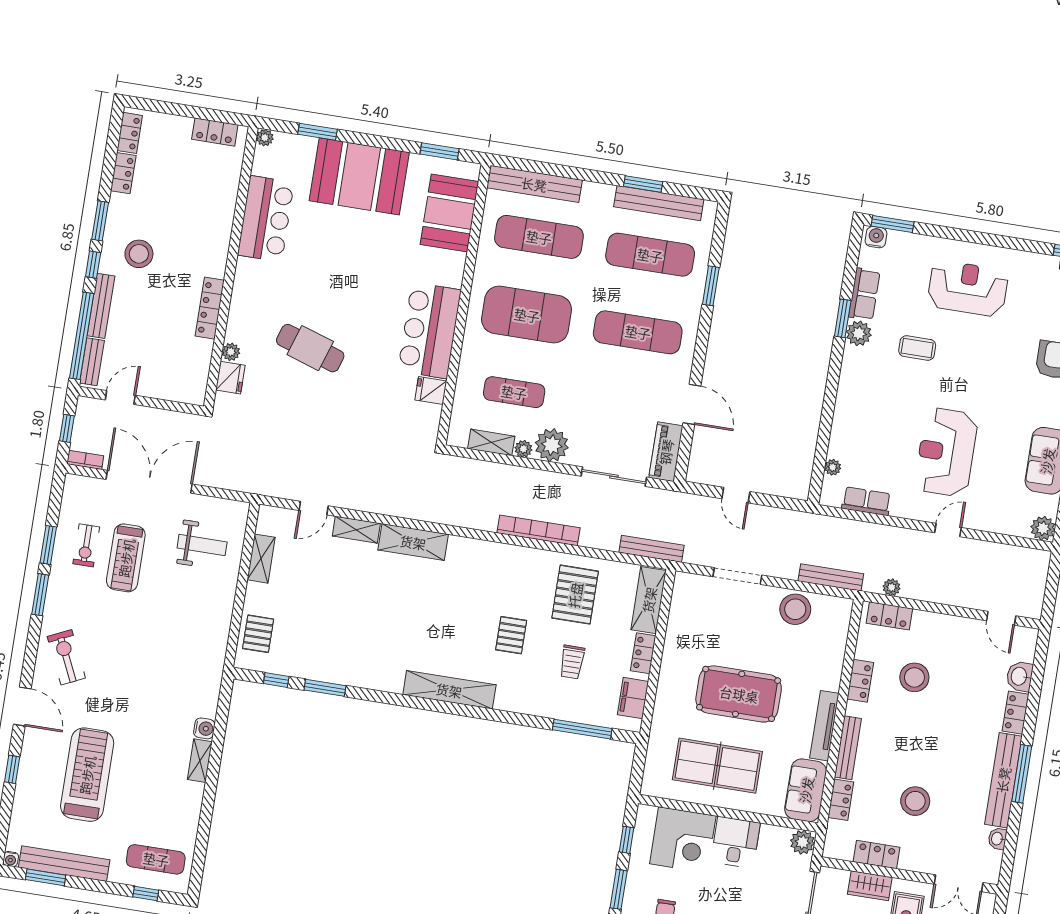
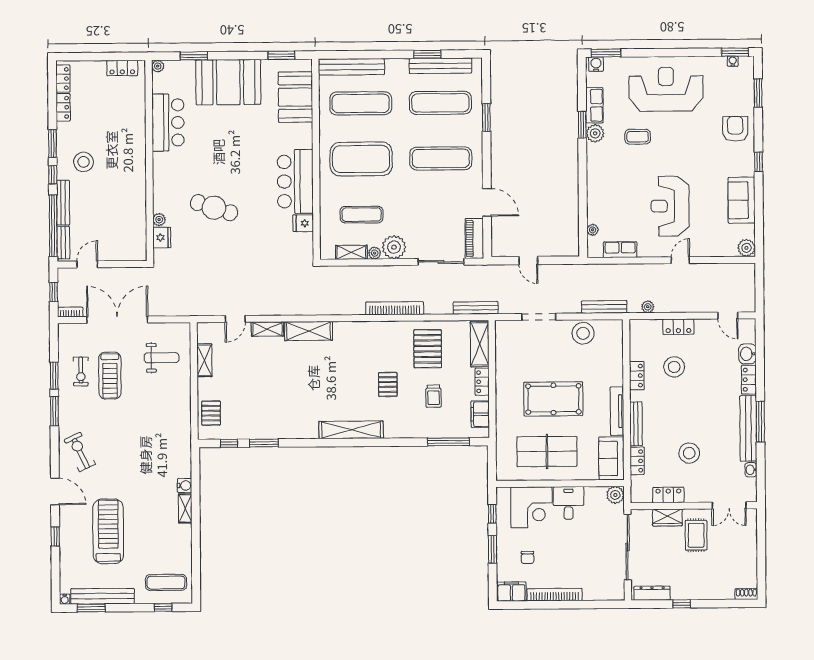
reception desk: (968, 288) -> (666, 89), width x1.36, depth x1.30
locker: (210, 308) -> (139, 192), removed
locker: (889, 616) -> (678, 327), moved

